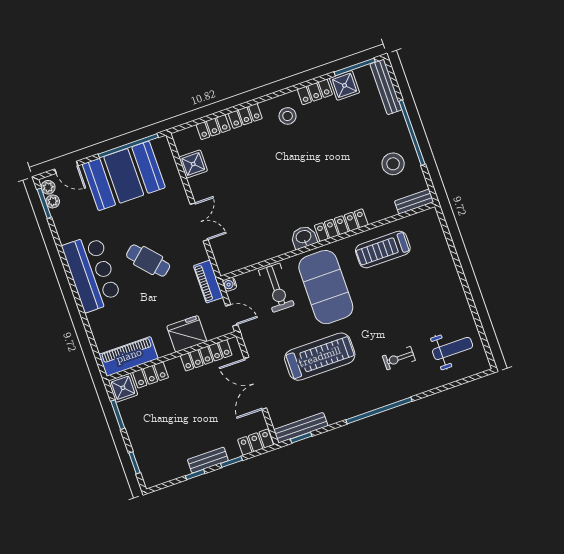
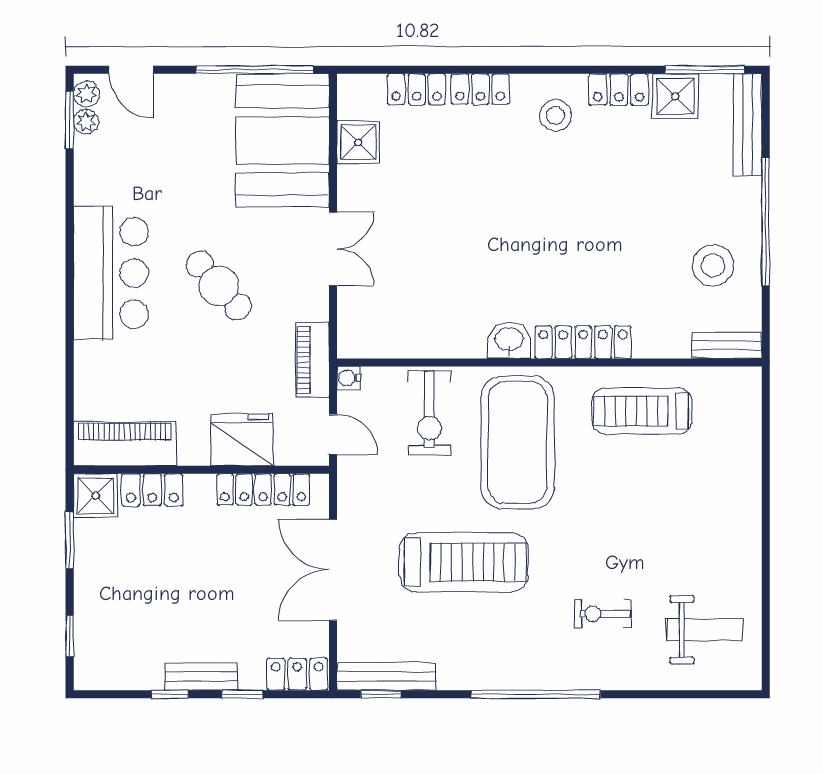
booth: (124, 176) -> (282, 140), moved, turned 90

